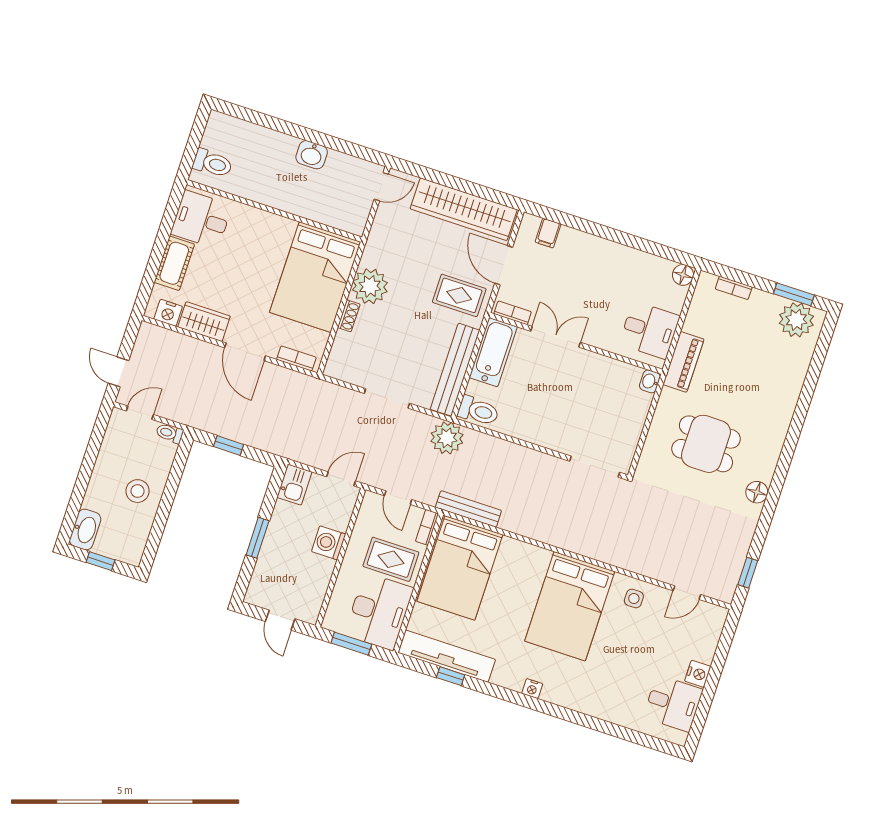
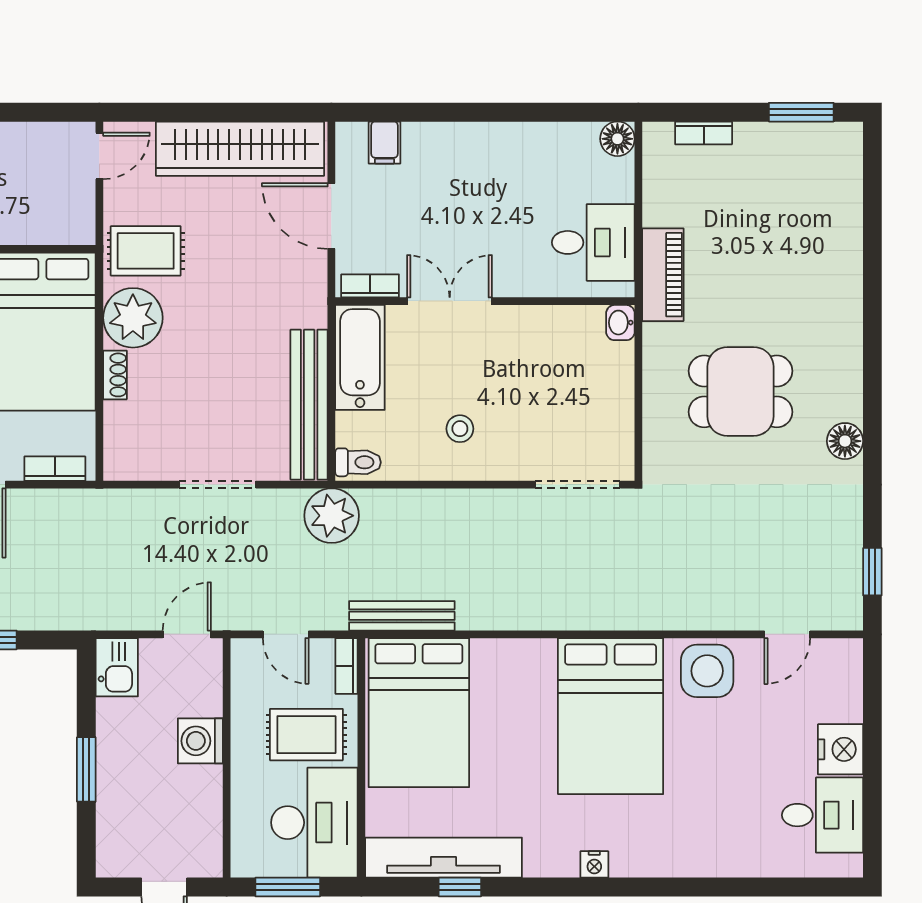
rug: (459, 295) -> (146, 251), moved
plant: (796, 320) -> (818, 151), removed
toilet: (478, 411) -> (358, 462), width x0.73, depth x0.72
stool: (537, 412) -> (460, 429), added
side table: (634, 598) -> (707, 671), width x1.87, depth x1.87
nightstand: (698, 674) -> (840, 749), width x1.36, depth x1.33

